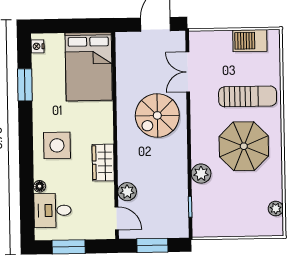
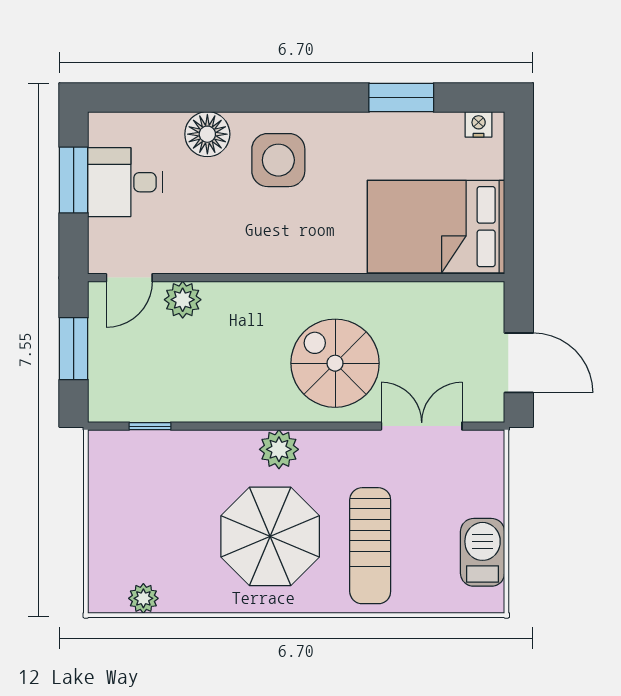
wardrobe: (103, 163) -> (242, 253), removed
plant: (201, 174) -> (279, 449), moved
floor lamp: (40, 186) -> (207, 134), width x1.89, depth x1.89
desk: (53, 210) -> (125, 182), moved, turned -90

